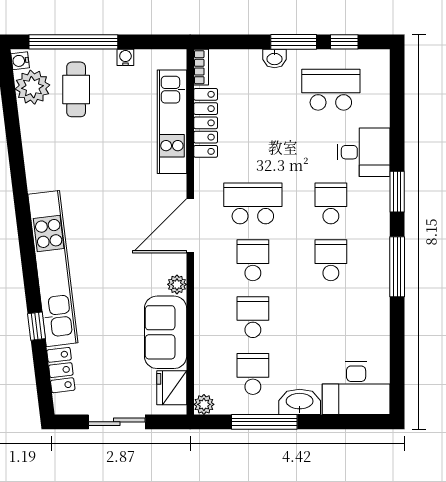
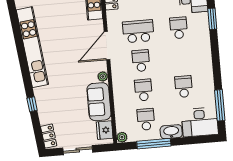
school desk: (331, 260) -> (184, 87), moved
window: (397, 267) -> (220, 105), moved
kitchen unit: (53, 269) -> (32, 47), moved
locker: (61, 370) -> (49, 136), moved

